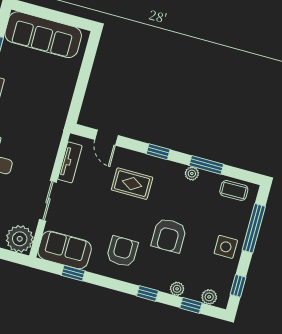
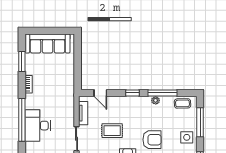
window: (206, 165) -> (162, 93), width x1.44
rug: (132, 184) -> (112, 131), moved
armchair: (169, 235) -> (152, 140), turned -90

